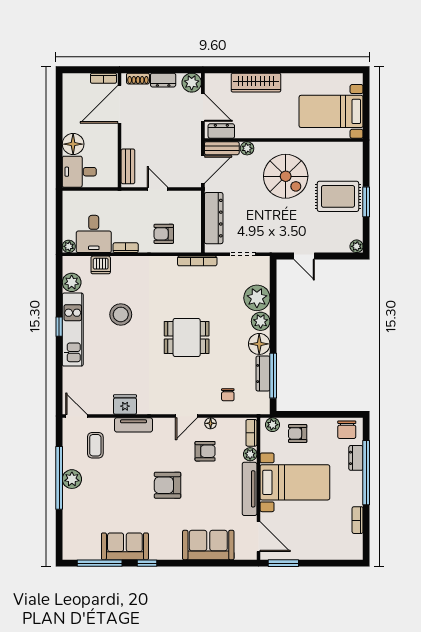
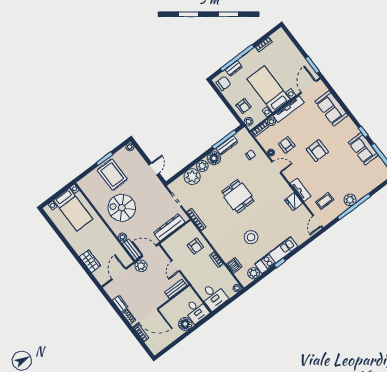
plant: (192, 83) -> (141, 266), moved
wardrobe: (256, 83) -> (90, 261), width x0.67
dresser: (221, 131) -> (124, 256), removed
spiral stairs: (286, 176) -> (122, 208), turned -90
desk: (94, 234) -> (214, 296), moved, turned 90

